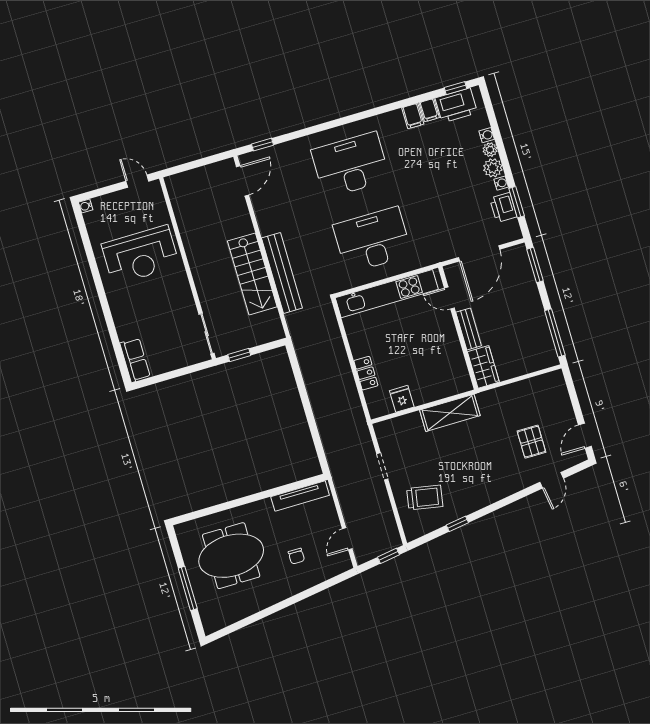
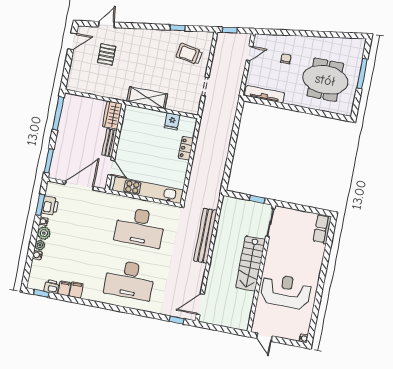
printer: (456, 105) -> (52, 287), width x0.53, depth x0.68
stairs: (252, 274) -> (251, 264), moved, turned 180

